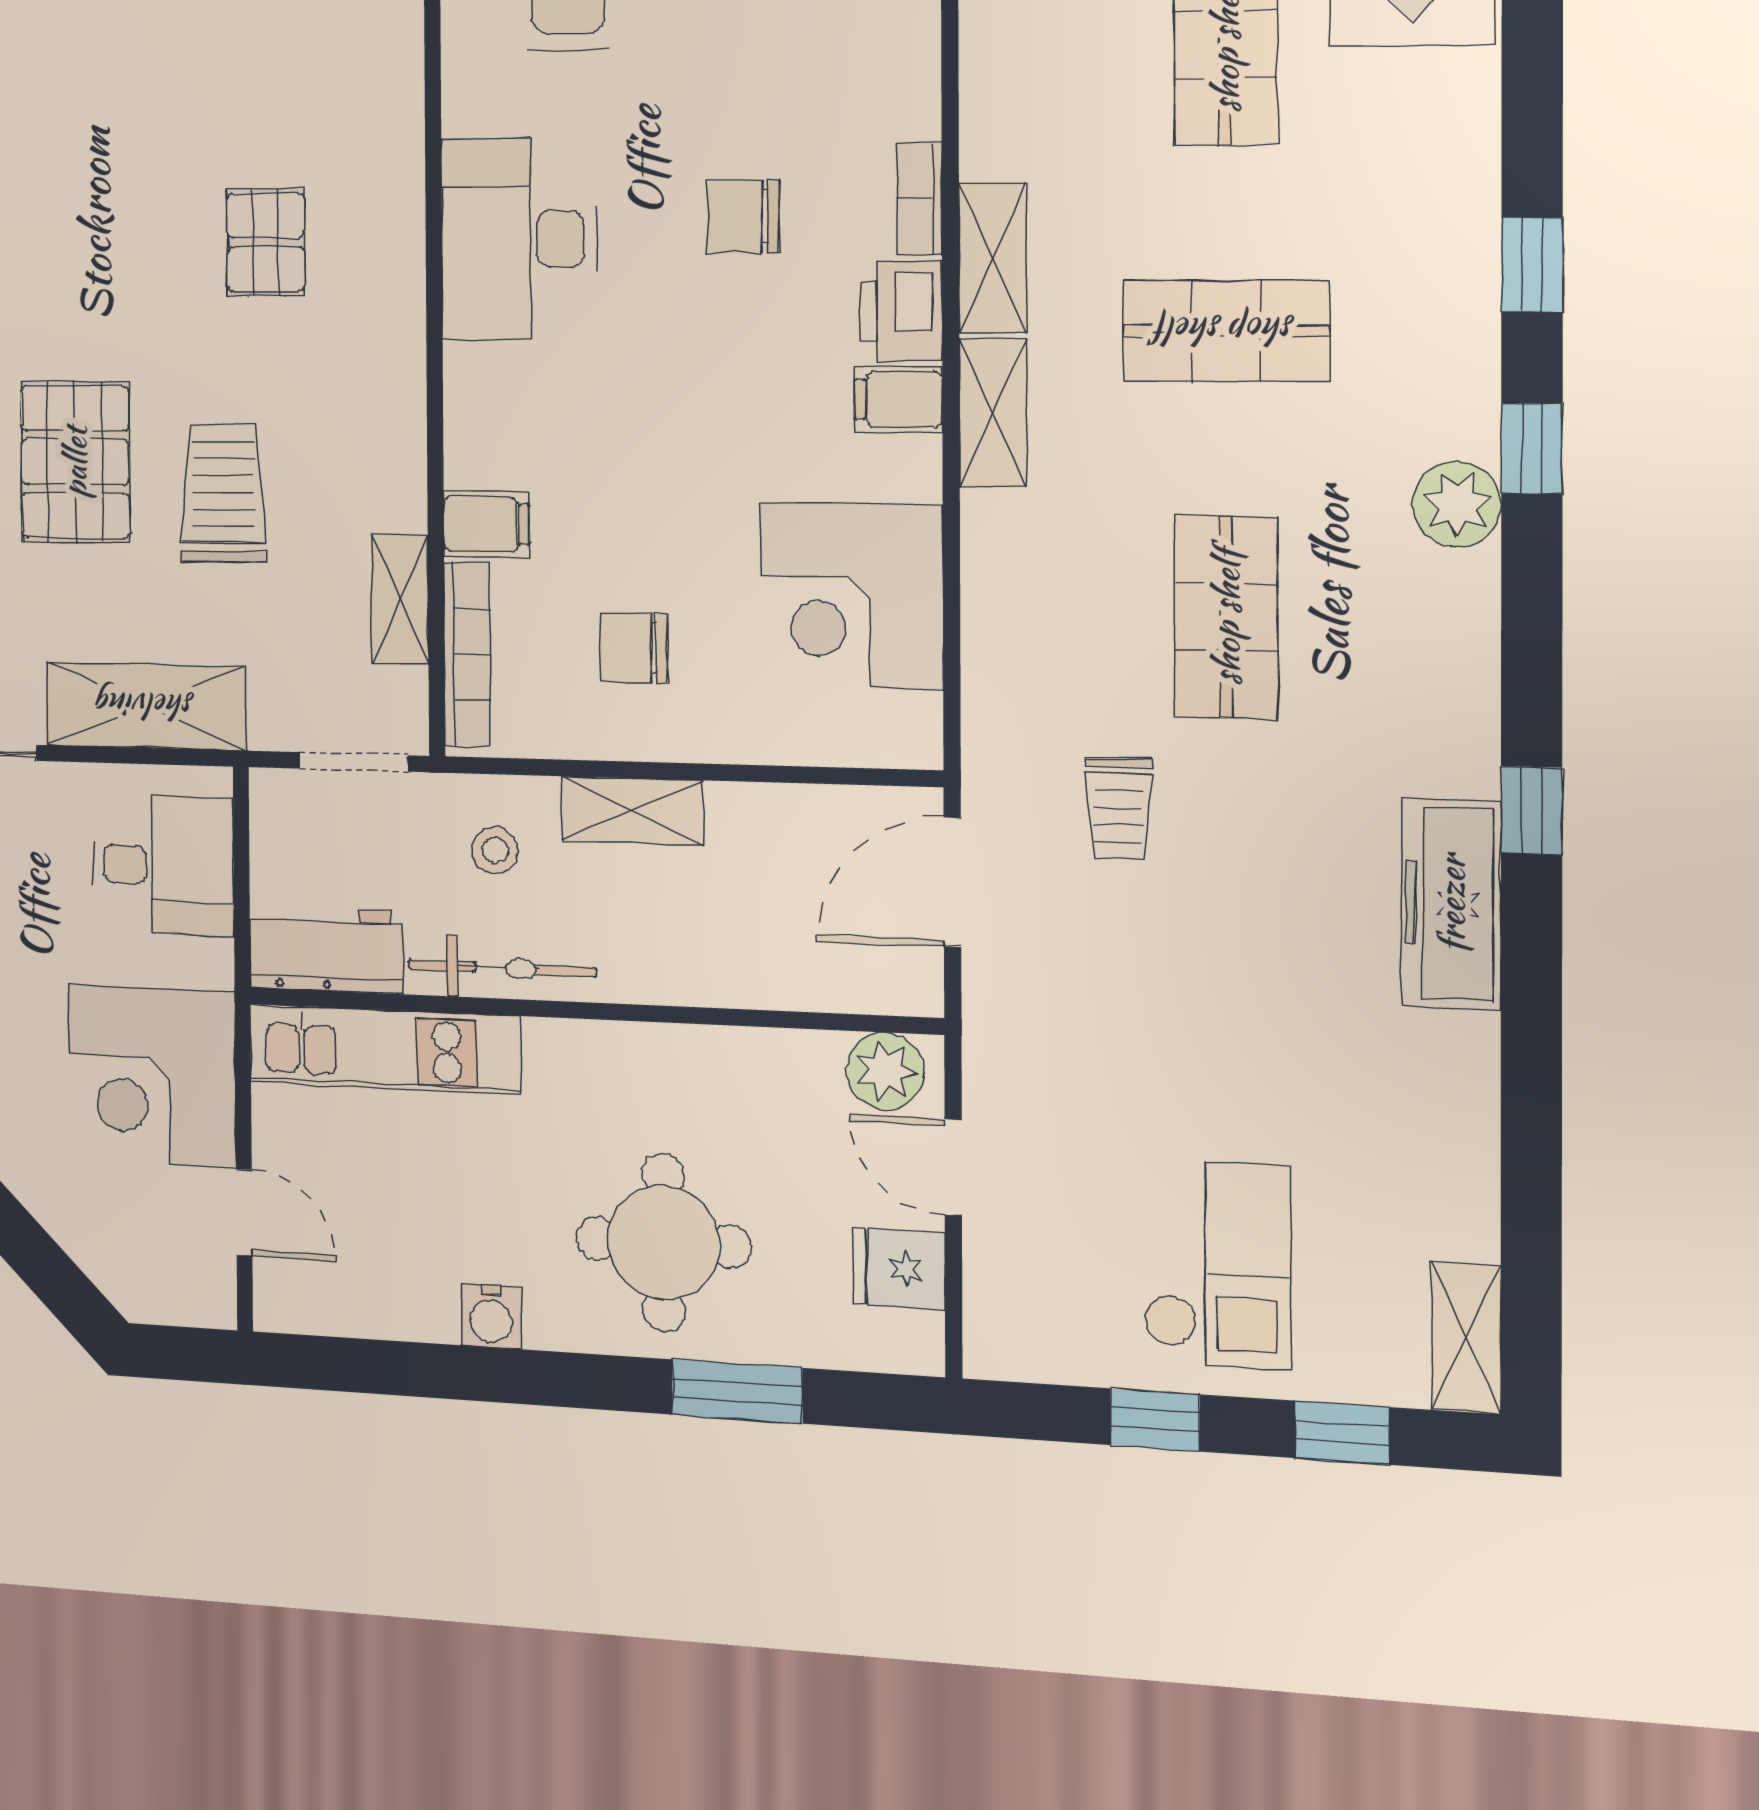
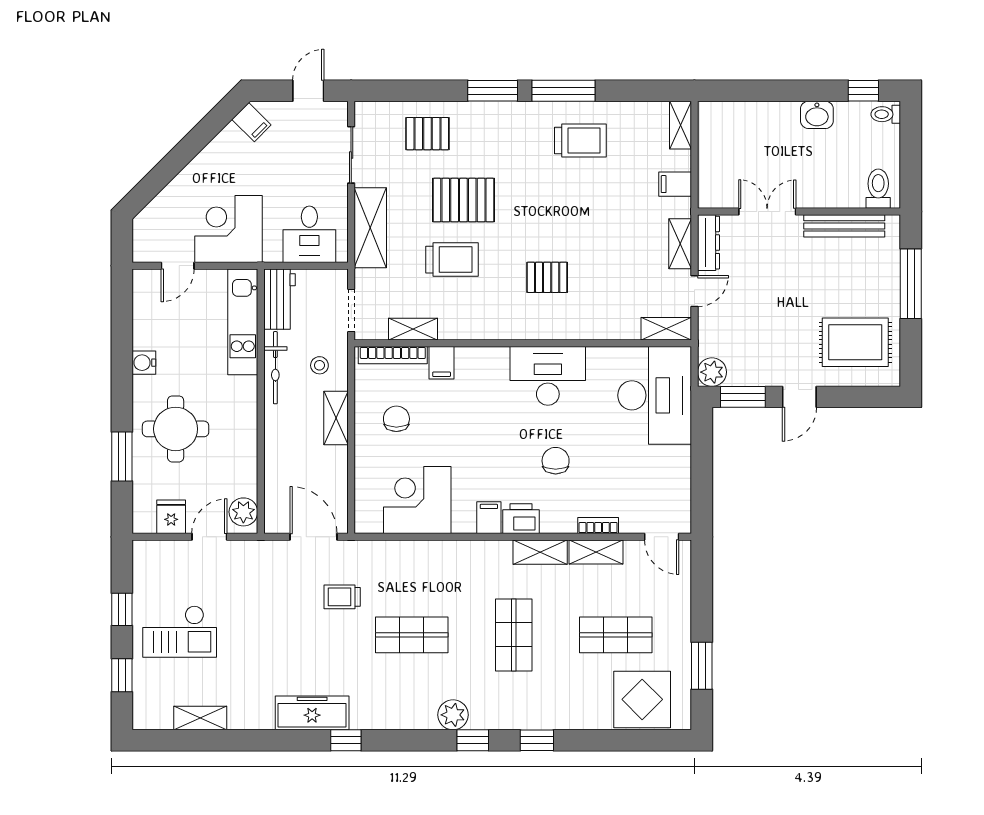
bookcase: (919, 199) -> (598, 526), moved
shelving: (993, 413) -> (596, 552), moved
shelving: (1466, 1338) -> (200, 718), moved

